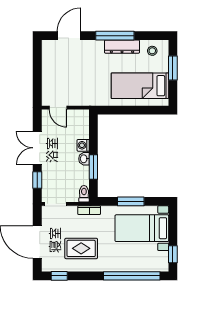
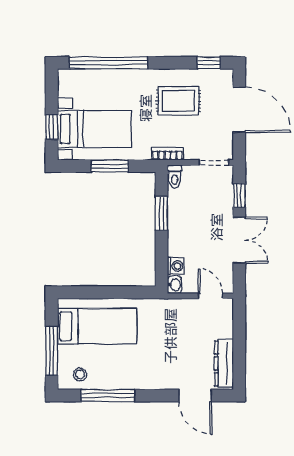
door: (69, 36) -> (195, 396), hinge flipped
window: (115, 36) -> (108, 396), moved
dresser: (122, 47) -> (224, 363), moved, turned -90
window: (173, 68) -> (52, 351), width x1.44
washing machine: (83, 145) -> (176, 266), moved
washbasin: (84, 159) -> (175, 285), moved
window: (173, 254) -> (52, 127), moved

